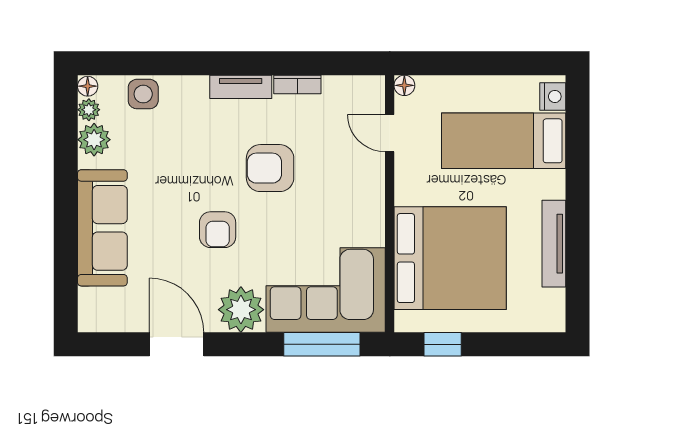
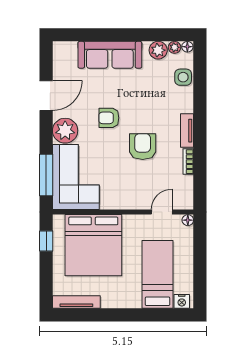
tv unit: (554, 244) -> (76, 302), moved

